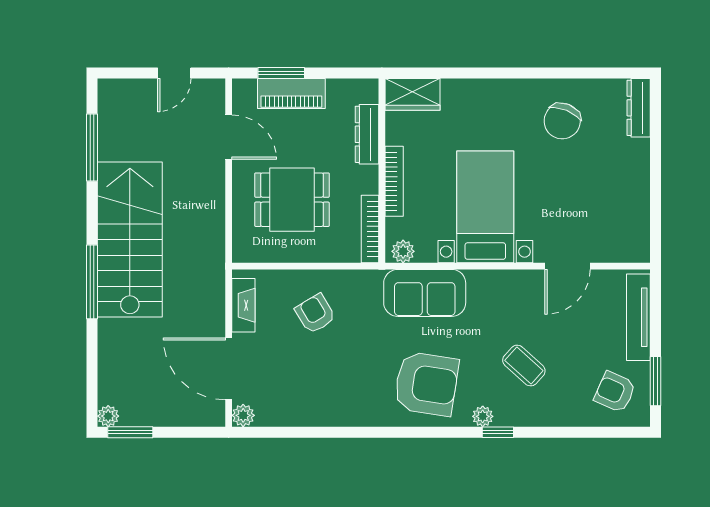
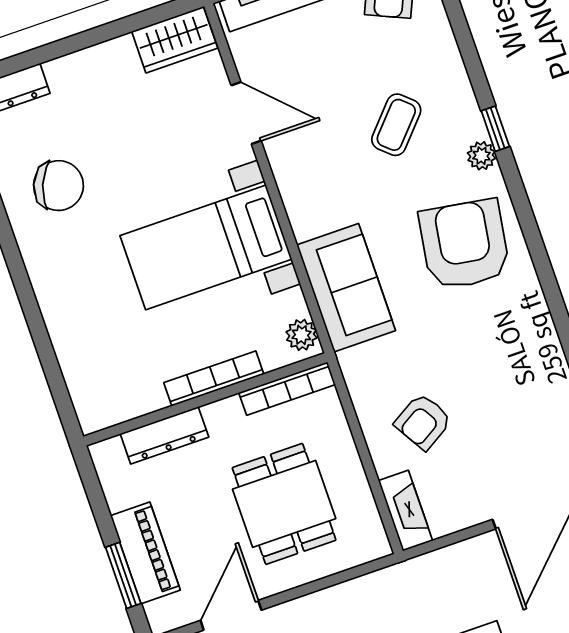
wardrobe: (412, 94) -> (175, 40), moved, turned 90
fireplace: (243, 305) -> (405, 511), moved, turned 90

